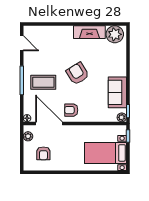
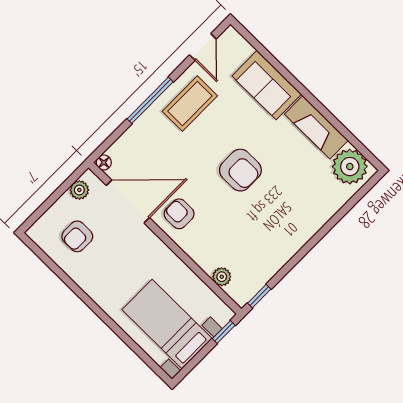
armchair: (78, 73) -> (240, 170), turned 122
coffee table: (43, 82) -> (190, 104), moved, turned 90
sofa: (117, 92) -> (267, 85), moved, turned -90
plant: (122, 117) -> (222, 277), moved
door: (49, 124) -> (128, 201), hinge flipped

